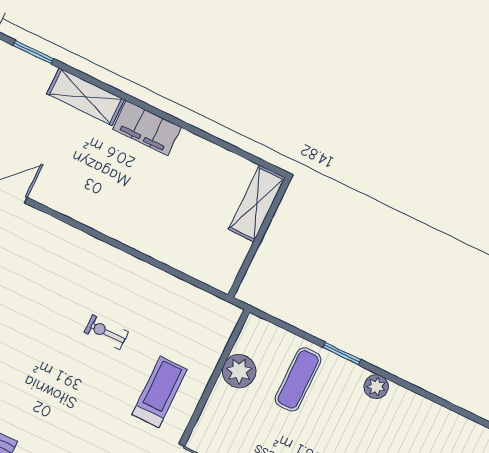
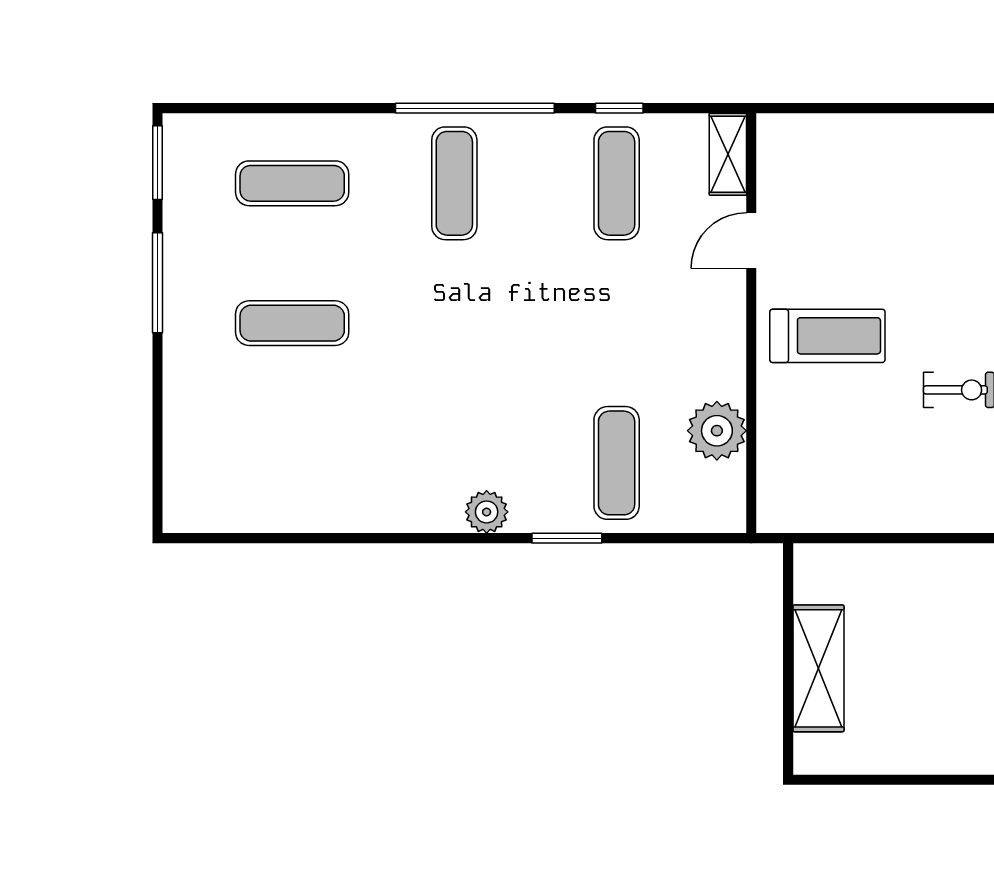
shelving: (257, 203) -> (818, 668), moved
treadmill: (160, 392) -> (827, 336), turned -90

